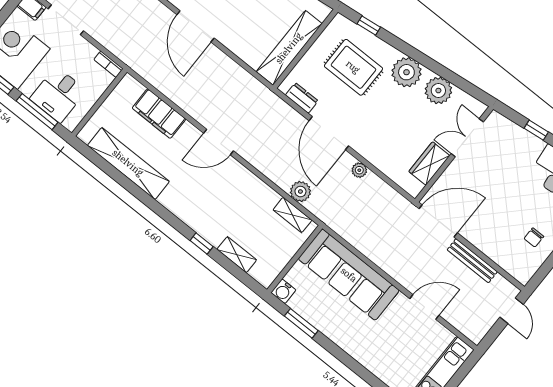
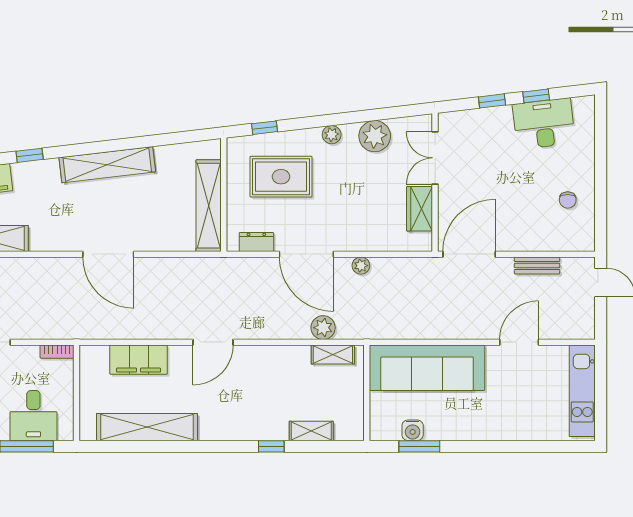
plant: (406, 72) -> (332, 135), width x0.53, depth x0.53
bench: (472, 261) -> (537, 265), width x0.73
water cooler: (283, 291) -> (413, 430), moved

